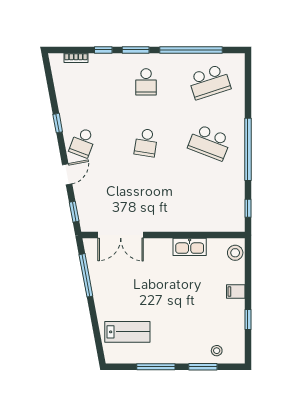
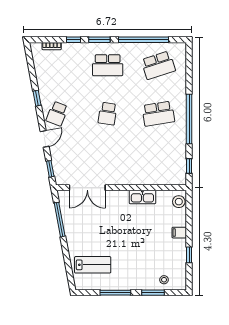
school desk: (146, 82) -> (108, 65), width x1.85
school desk: (209, 143) -> (158, 114), turned -30

